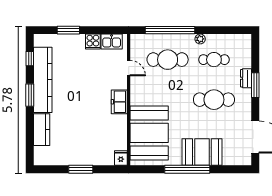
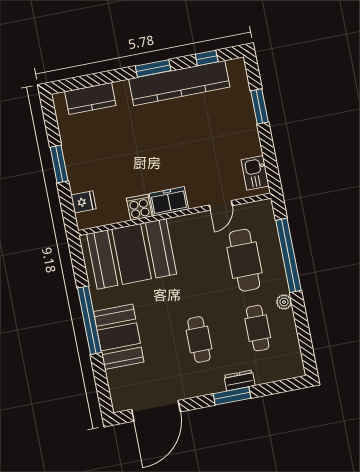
cooker: (93, 42) -> (139, 207), moved, turned 90
cafe table: (214, 100) -> (199, 340), width x0.73, depth x0.74
kitchen counter: (42, 130) -> (90, 99), moved
fridge: (121, 158) -> (84, 202), moved

